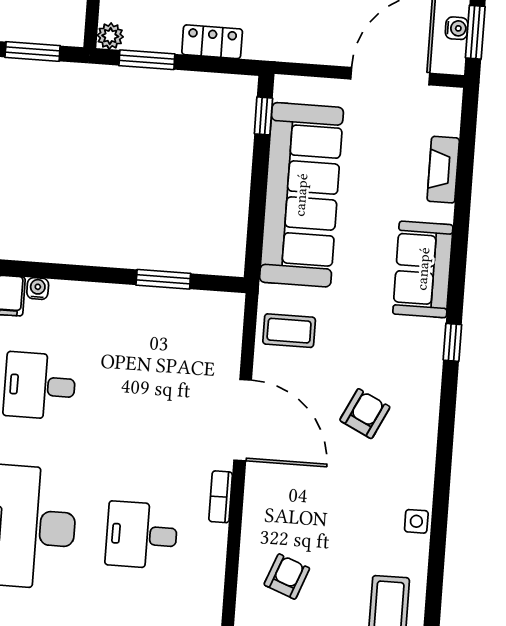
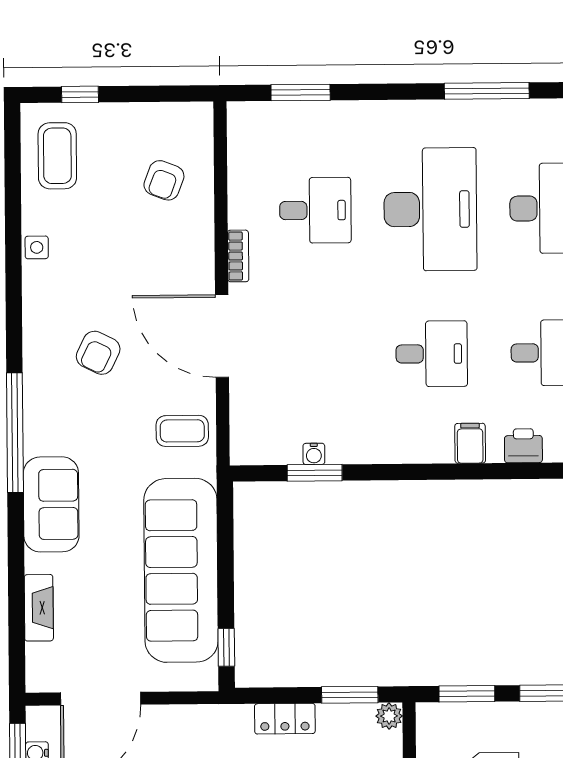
water cooler: (38, 288) -> (314, 454), moved
window: (452, 342) -> (15, 433), width x3.17

